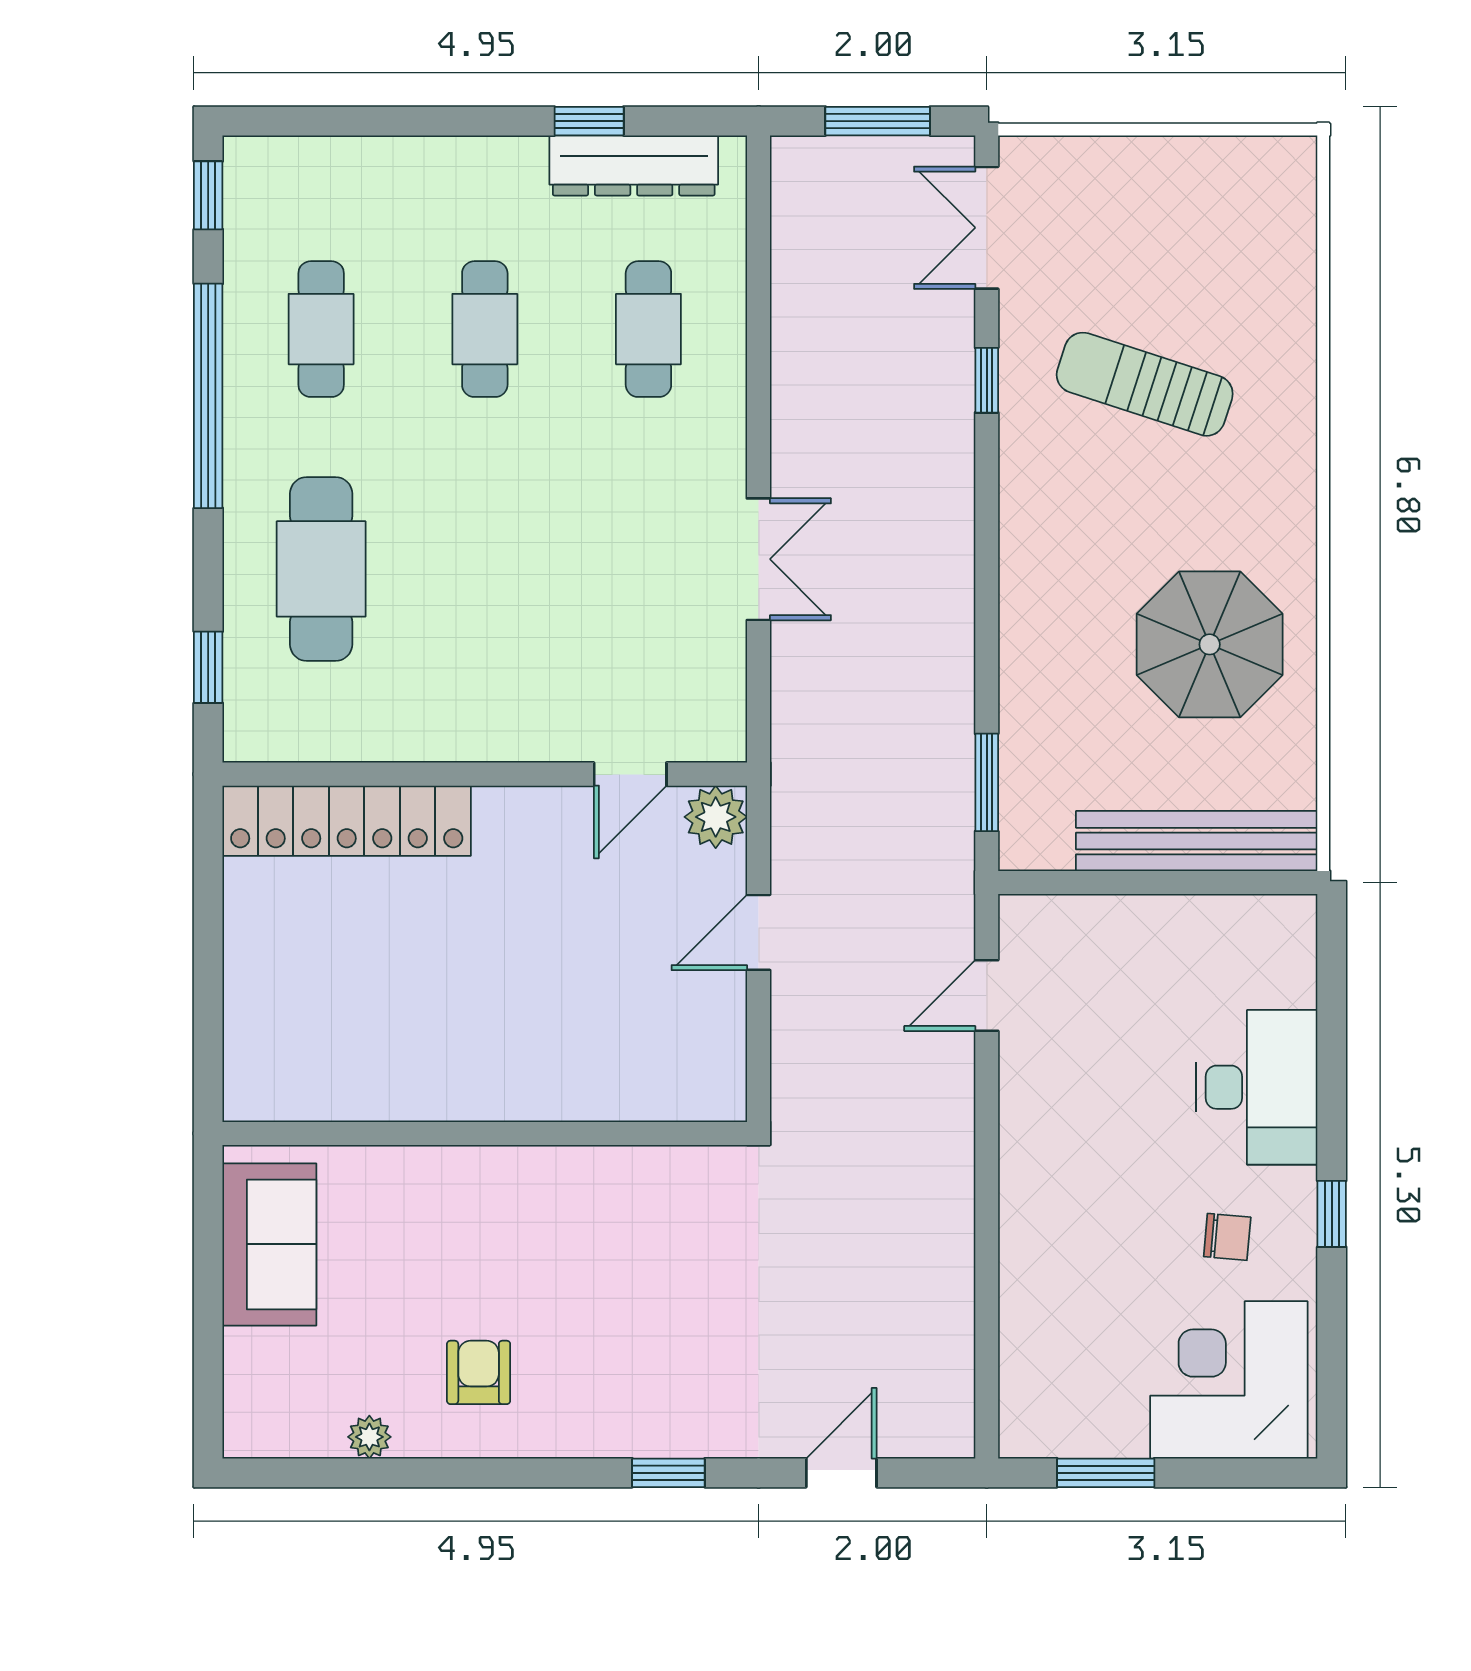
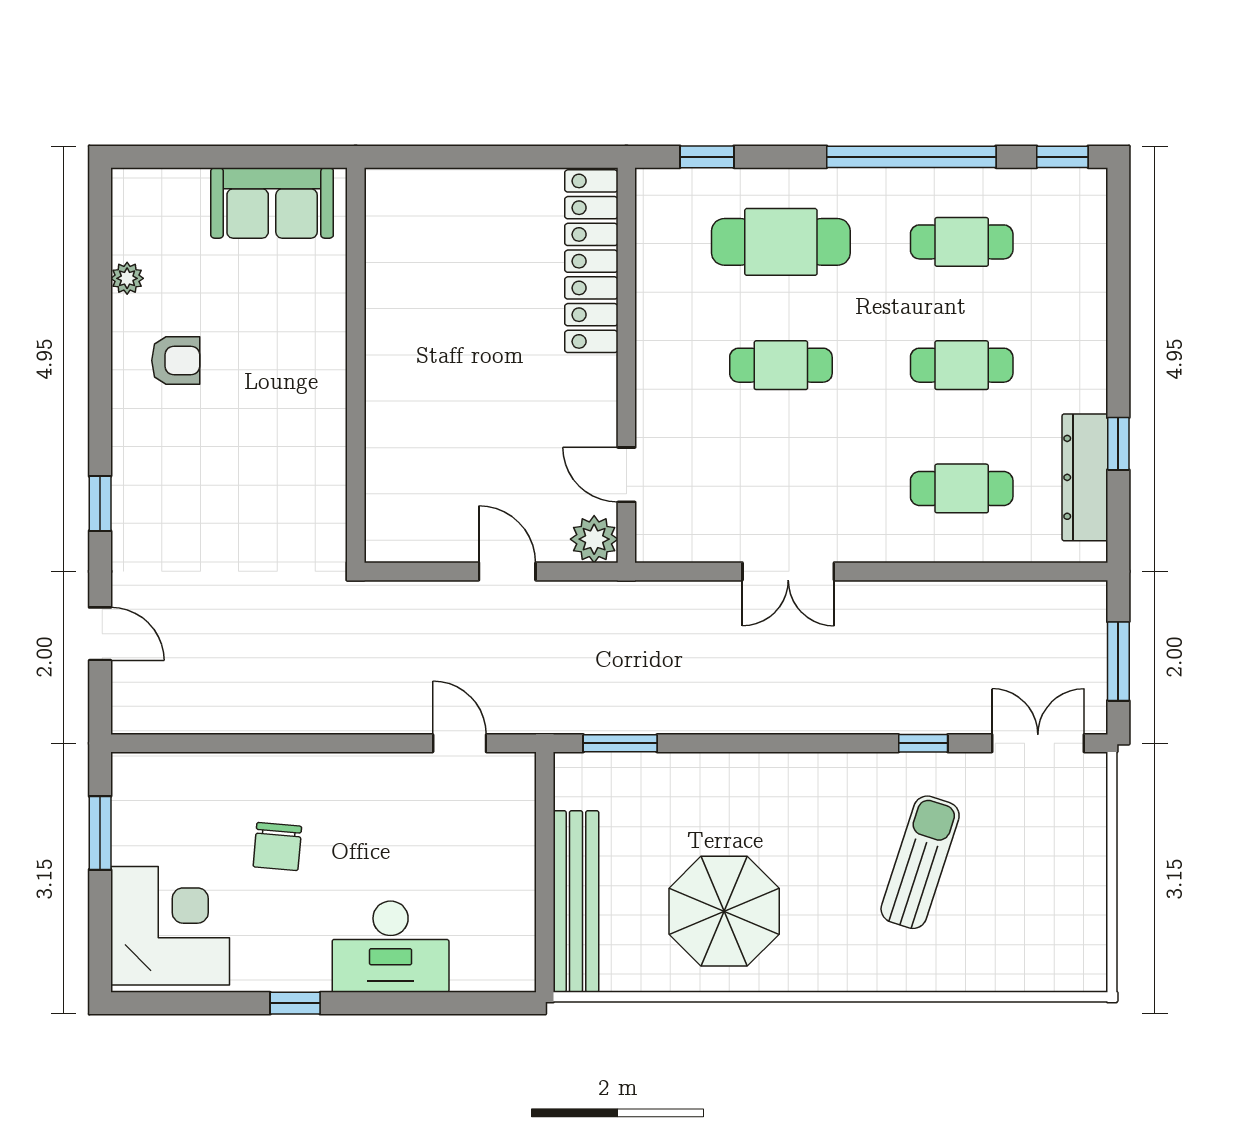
cafe table: (485, 569) -> (781, 365), added
chair: (1227, 1237) -> (277, 847), moved, width x1.37, depth x1.37

